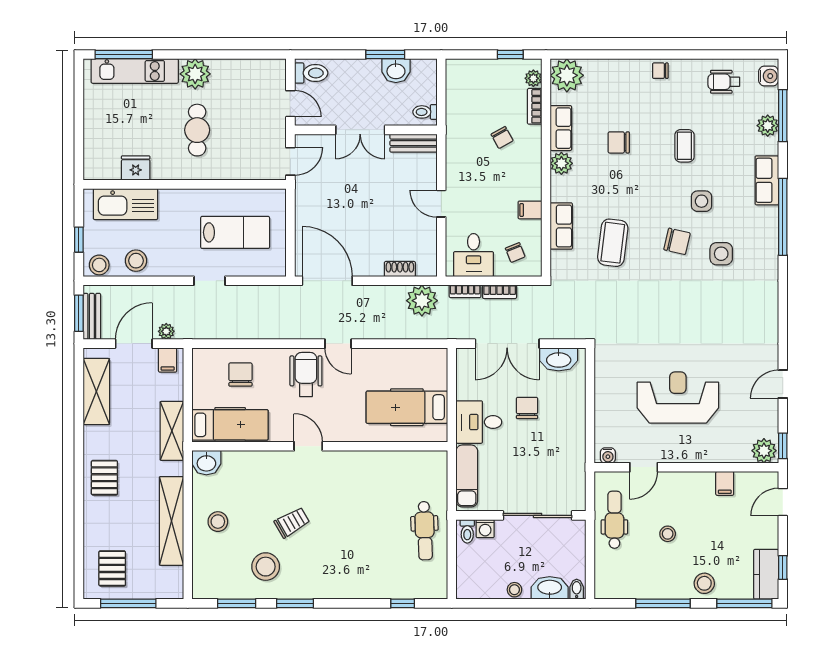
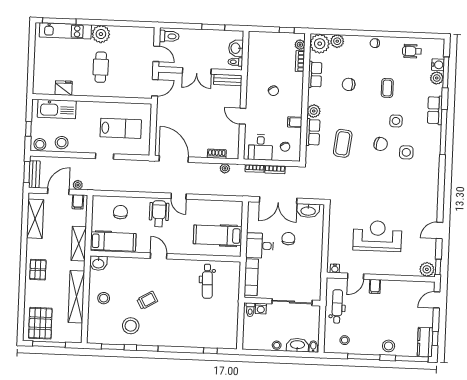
plant: (596, 70) -> (337, 41), added
washbasin: (396, 71) -> (236, 48), moved, turned 90
water cooler: (769, 76) -> (438, 65), moved
chair: (502, 137) -> (273, 91), moved
plant: (561, 163) -> (314, 111), moved
plant: (422, 301) -> (225, 168), width x0.53, depth x0.53
filing cabinet: (725, 483) -> (375, 286), moved
dental chair: (425, 531) -> (207, 281), moved
stool: (668, 534) -> (345, 340), moved
pallet: (112, 568) -> (40, 323), width x1.50, depth x1.42

